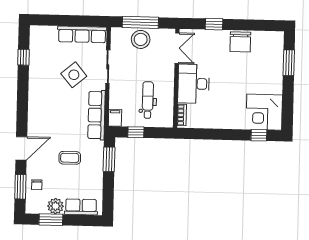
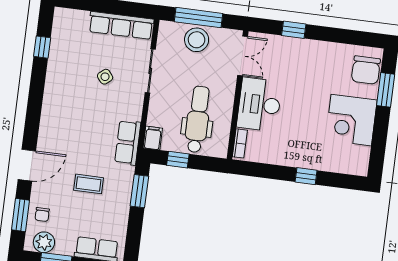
chair: (240, 42) -> (366, 70), moved
side table: (74, 75) -> (105, 77), width x0.54, depth x0.54
dental chair: (148, 100) -> (198, 119), width x1.36, depth x1.38
corner desk: (264, 112) -> (351, 120), moved
row of seats: (97, 115) -> (128, 143), width x0.68
window: (259, 135) -> (306, 176), moved
plant: (55, 206) -> (44, 242), moved

